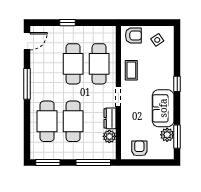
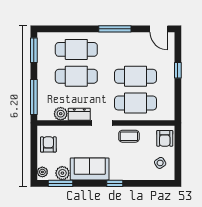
armchair: (139, 148) -> (48, 144), turned -90
plant: (166, 154) -> (42, 172), added

